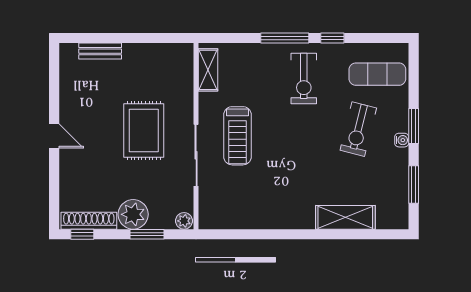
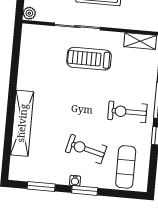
shelving: (345, 217) -> (22, 123), width x1.47

